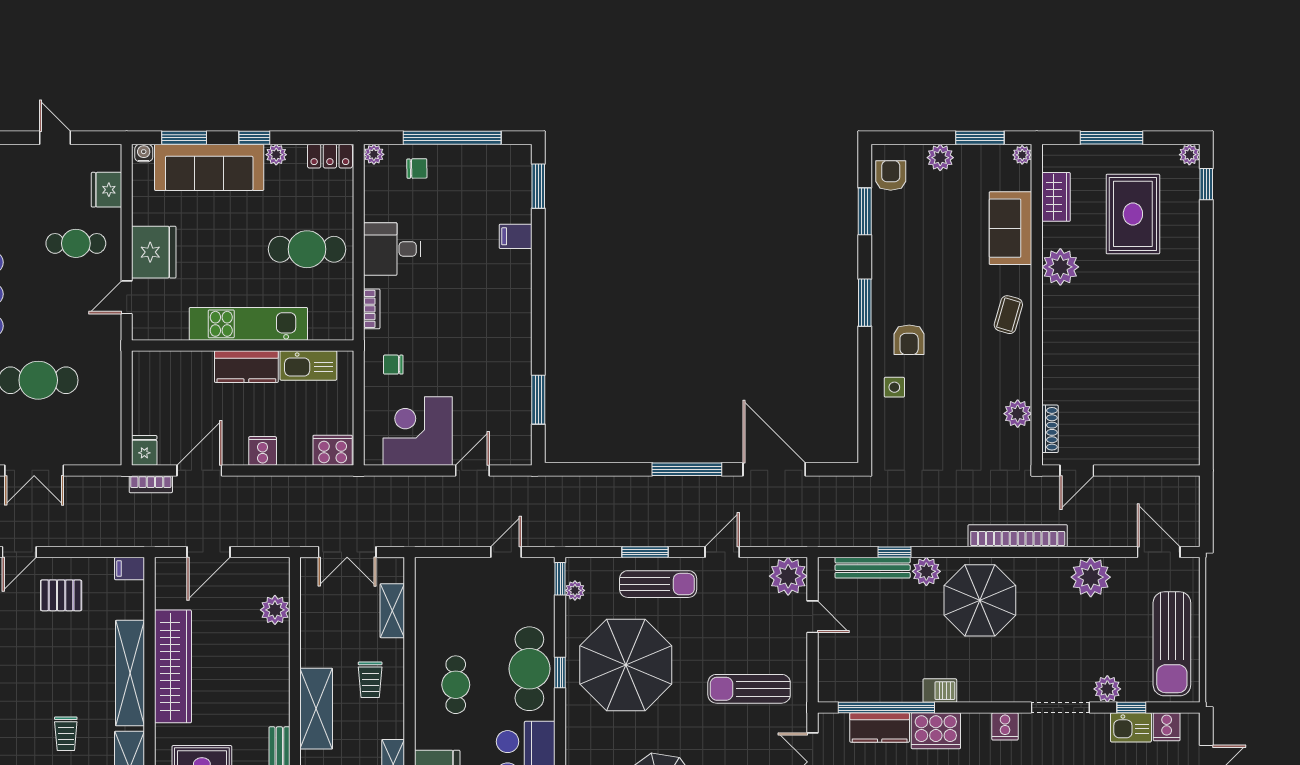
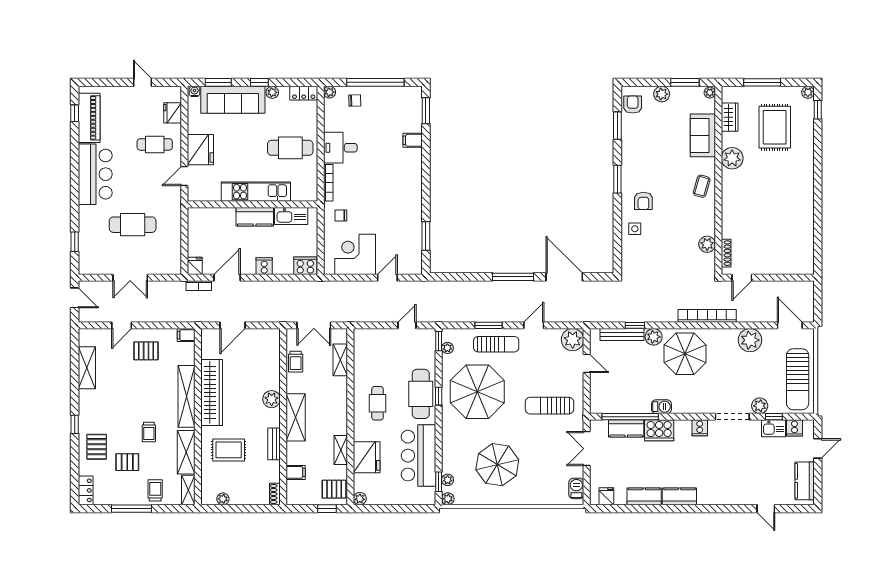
bookcase: (372, 309) -> (328, 183), width x1.56
plant: (275, 610) -> (272, 399), moved
trolley: (370, 680) -> (296, 362), moved

